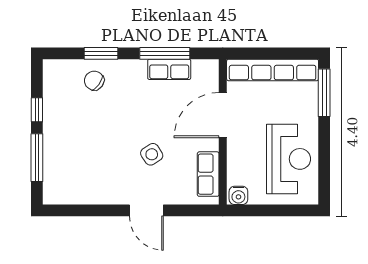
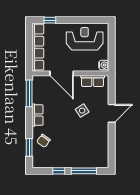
window: (101, 53) -> (29, 147), moved
window: (165, 53) -> (29, 93), moved
row of seats: (169, 69) -> (38, 115), moved
window: (324, 93) -> (50, 20), width x0.46

